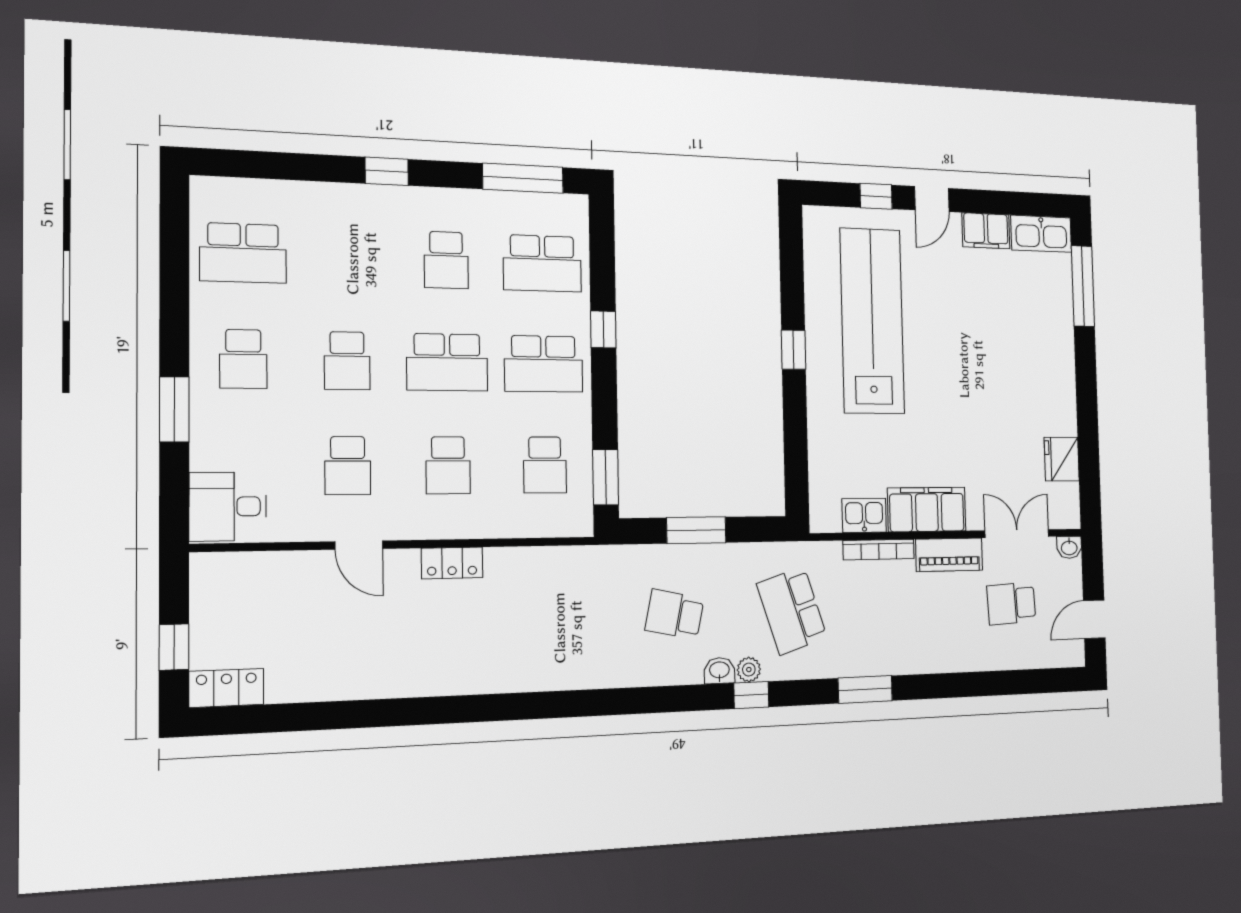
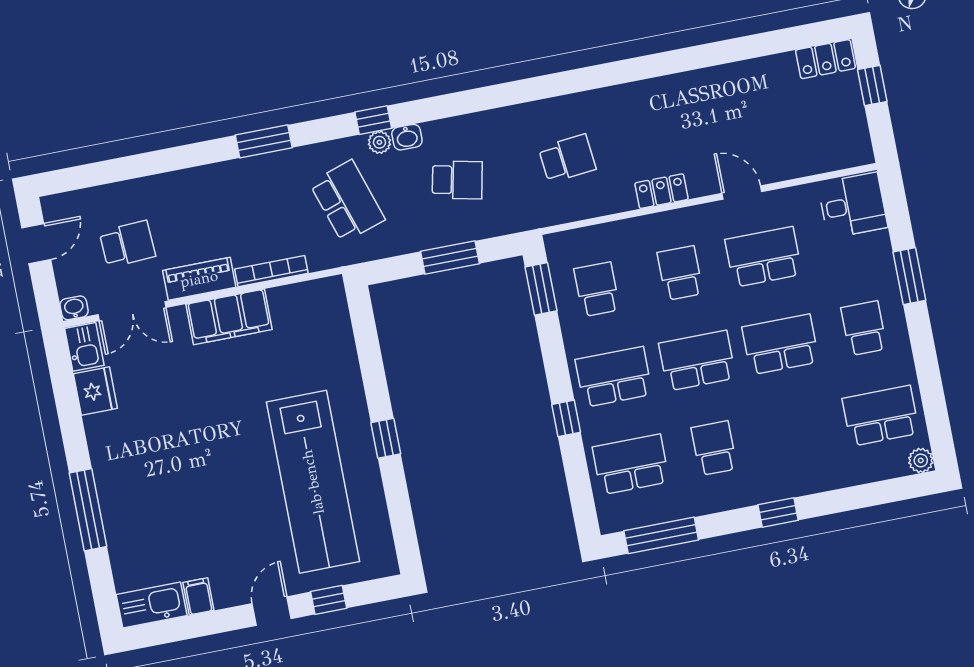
plant: (205, 190) -> (921, 460), added
filing cabinet: (986, 231) -> (198, 596), width x0.50
window: (1083, 286) -> (88, 510), moved
school desk: (347, 361) -> (780, 344), width x1.85
school desk: (348, 466) -> (763, 257), width x1.85
kitchen sink: (864, 515) -> (84, 347), moved, turned -90
school desk: (551, 618) -> (567, 159), added

